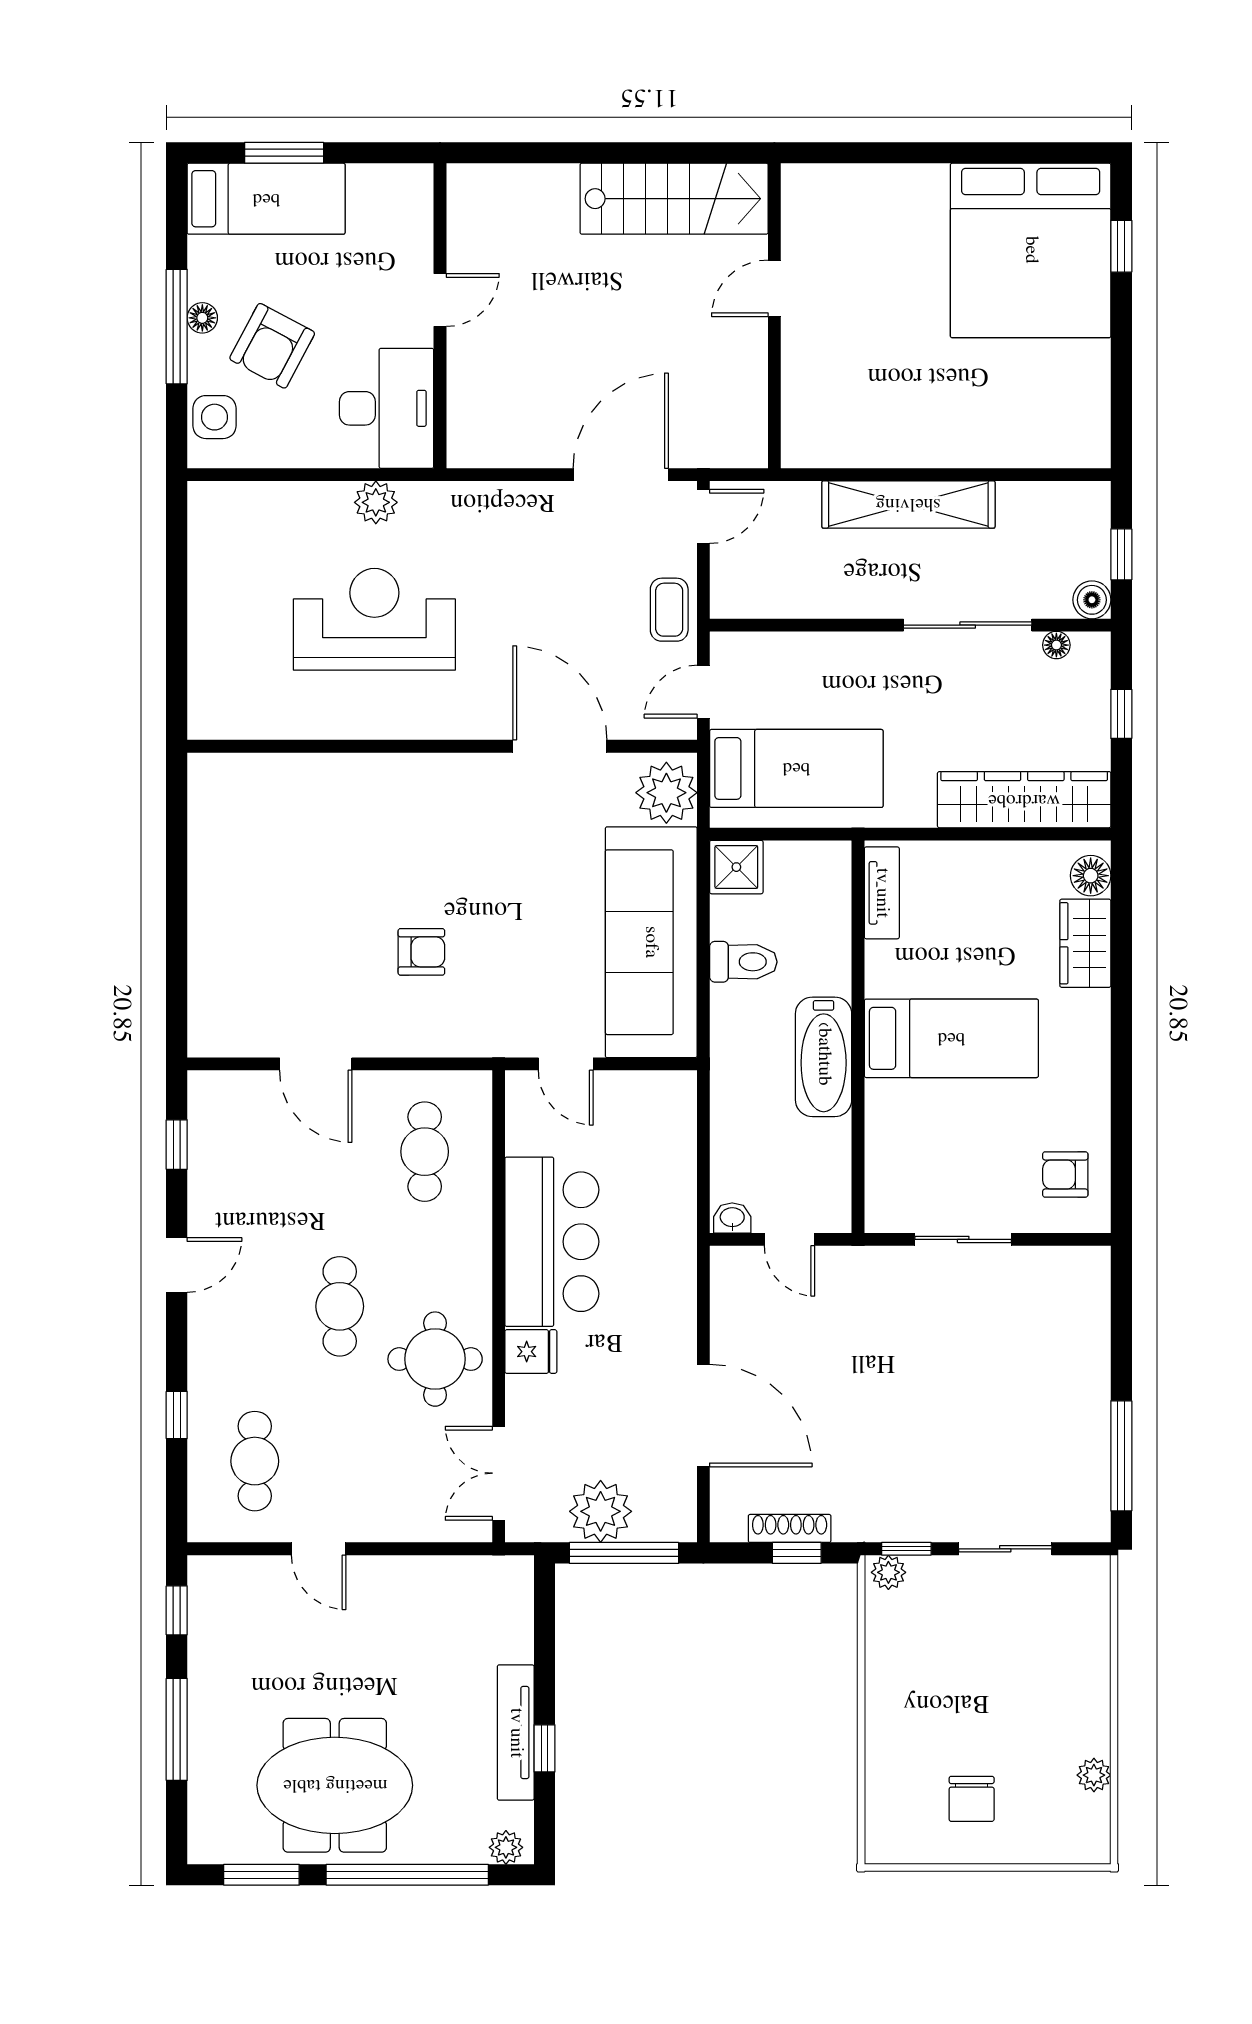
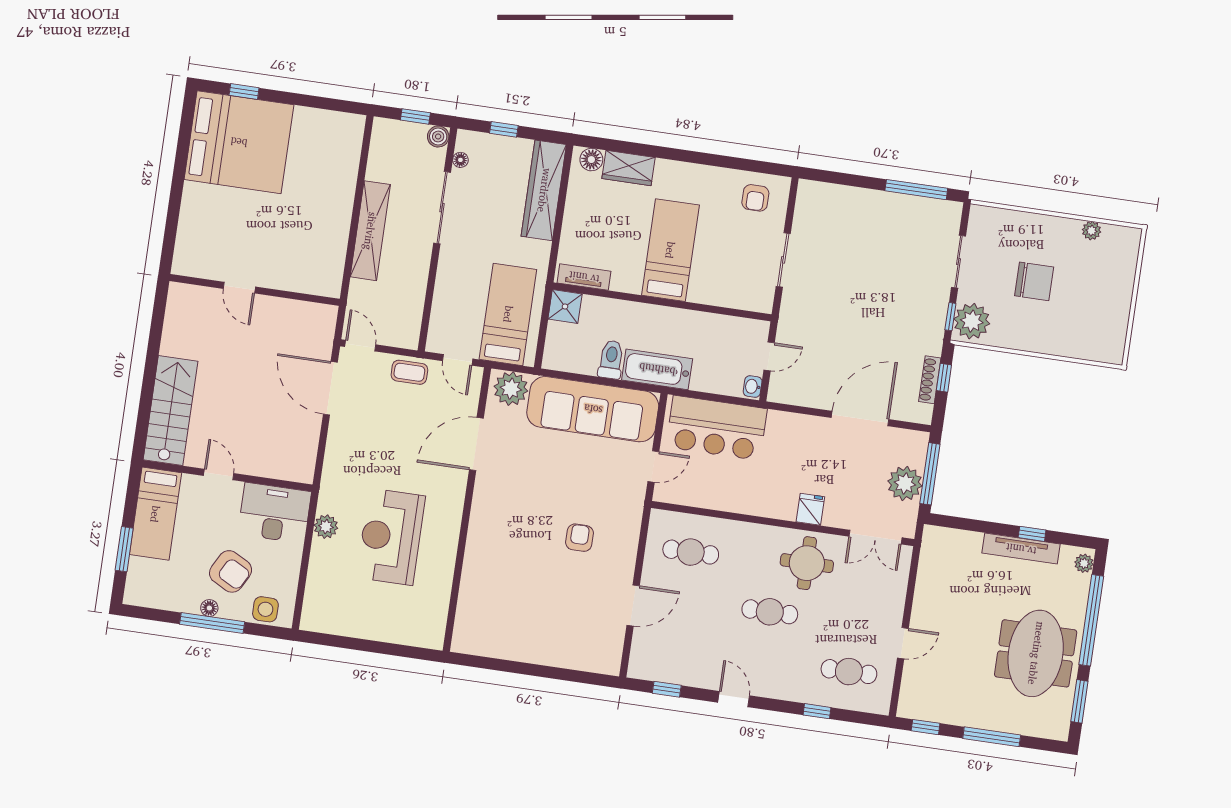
bed: (266, 199) -> (155, 514), moved, turned 180
stairs: (674, 199) -> (170, 411), moved
shower: (736, 867) -> (565, 306), moved
bathtub: (824, 1057) -> (657, 369), moved, turned 180
bar counter: (552, 1242) -> (716, 428), moved, turned 180
plant: (888, 1572) -> (972, 321), width x1.87, depth x1.87
chair: (972, 1799) -> (1034, 281), moved, width x1.37, depth x1.37

